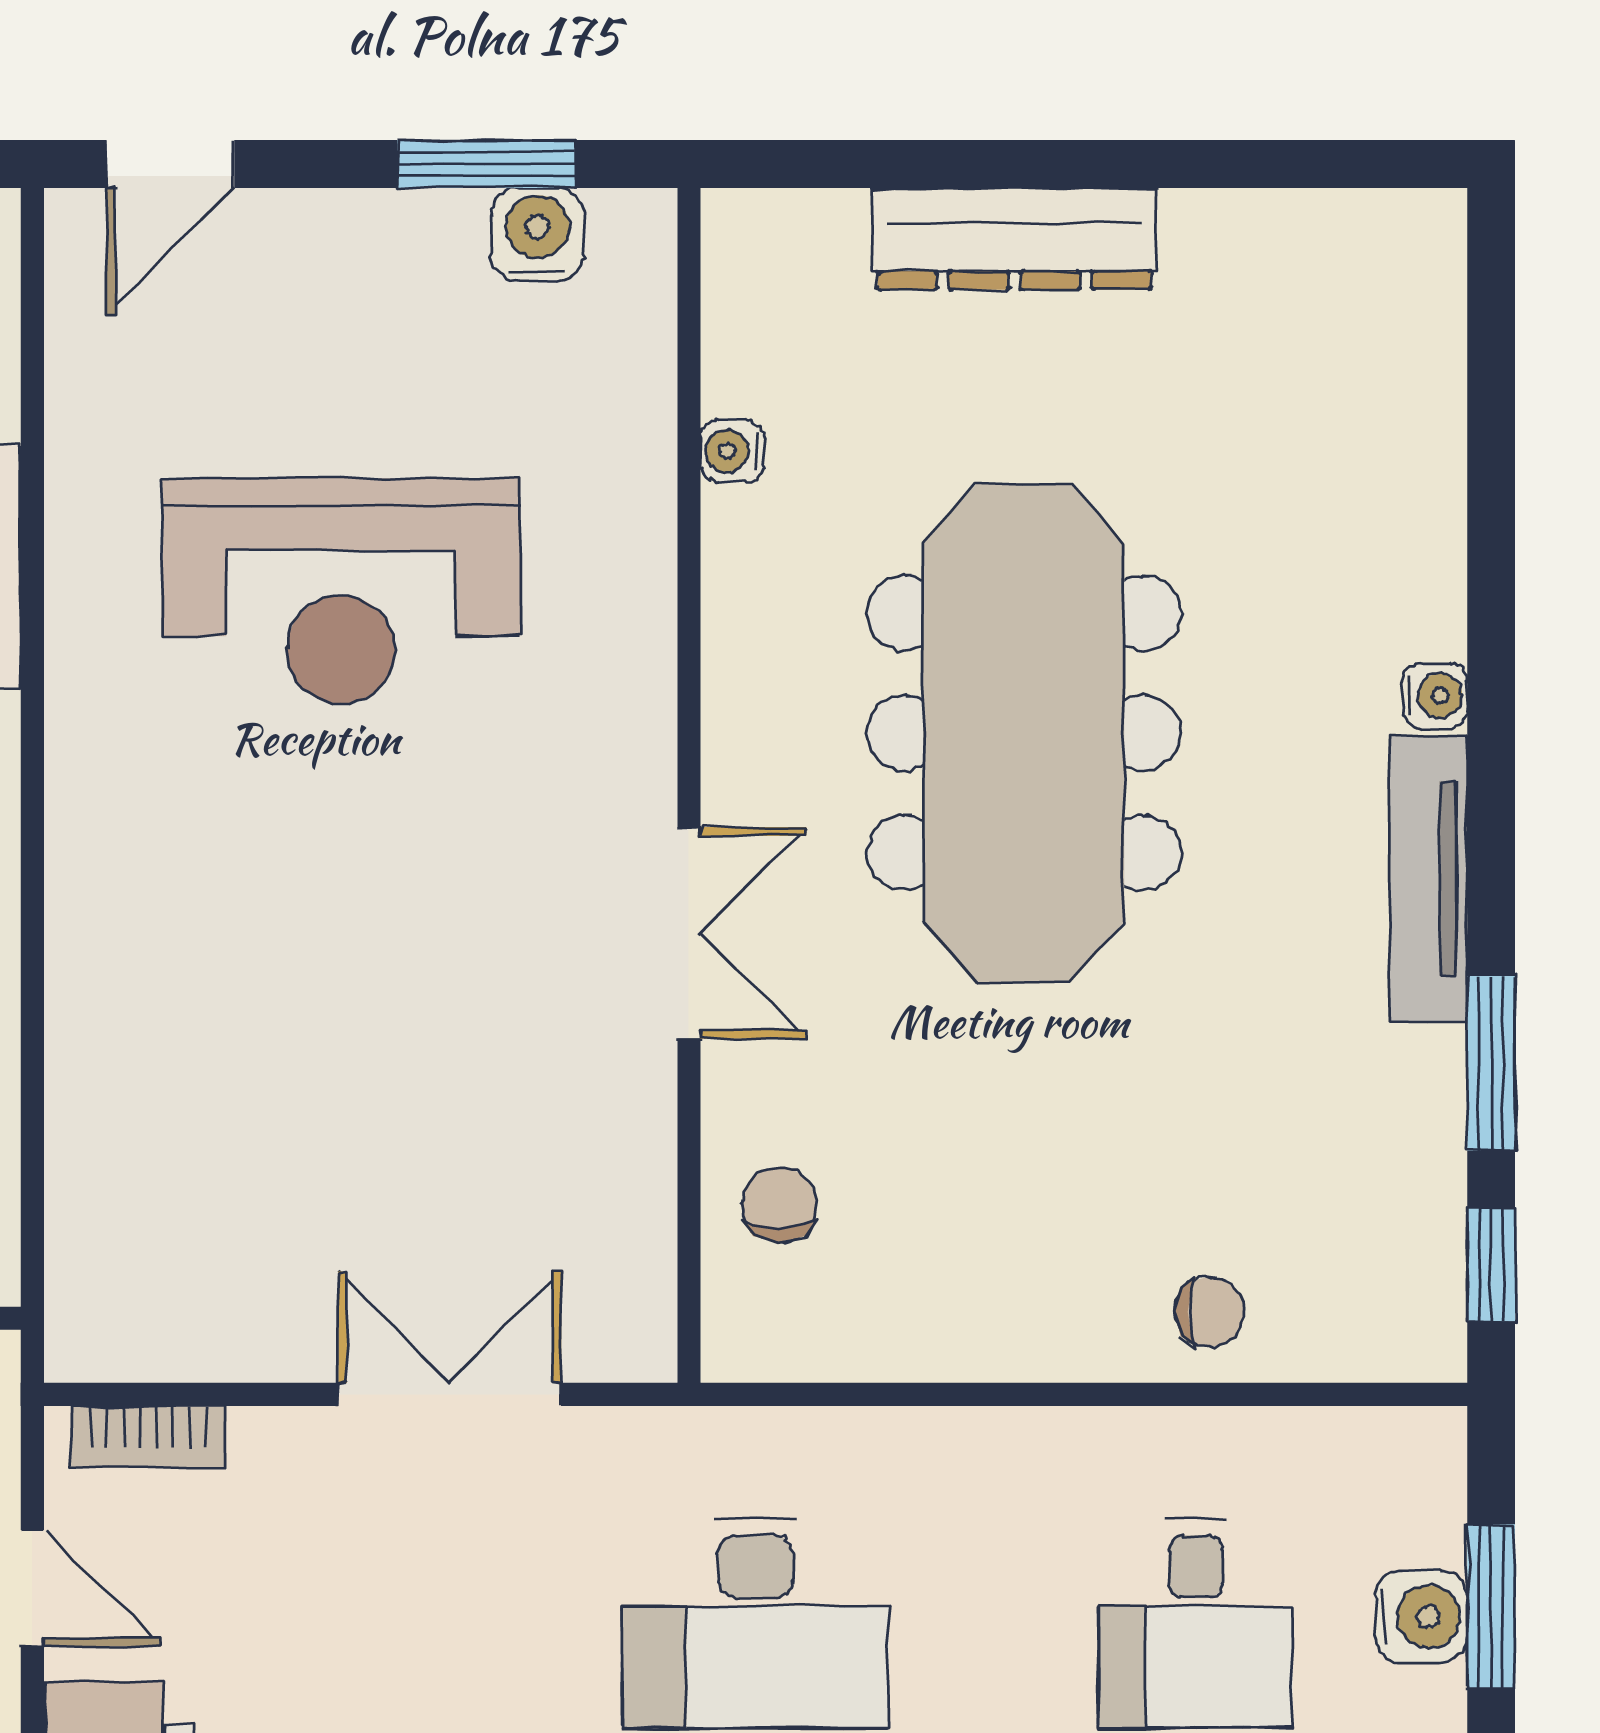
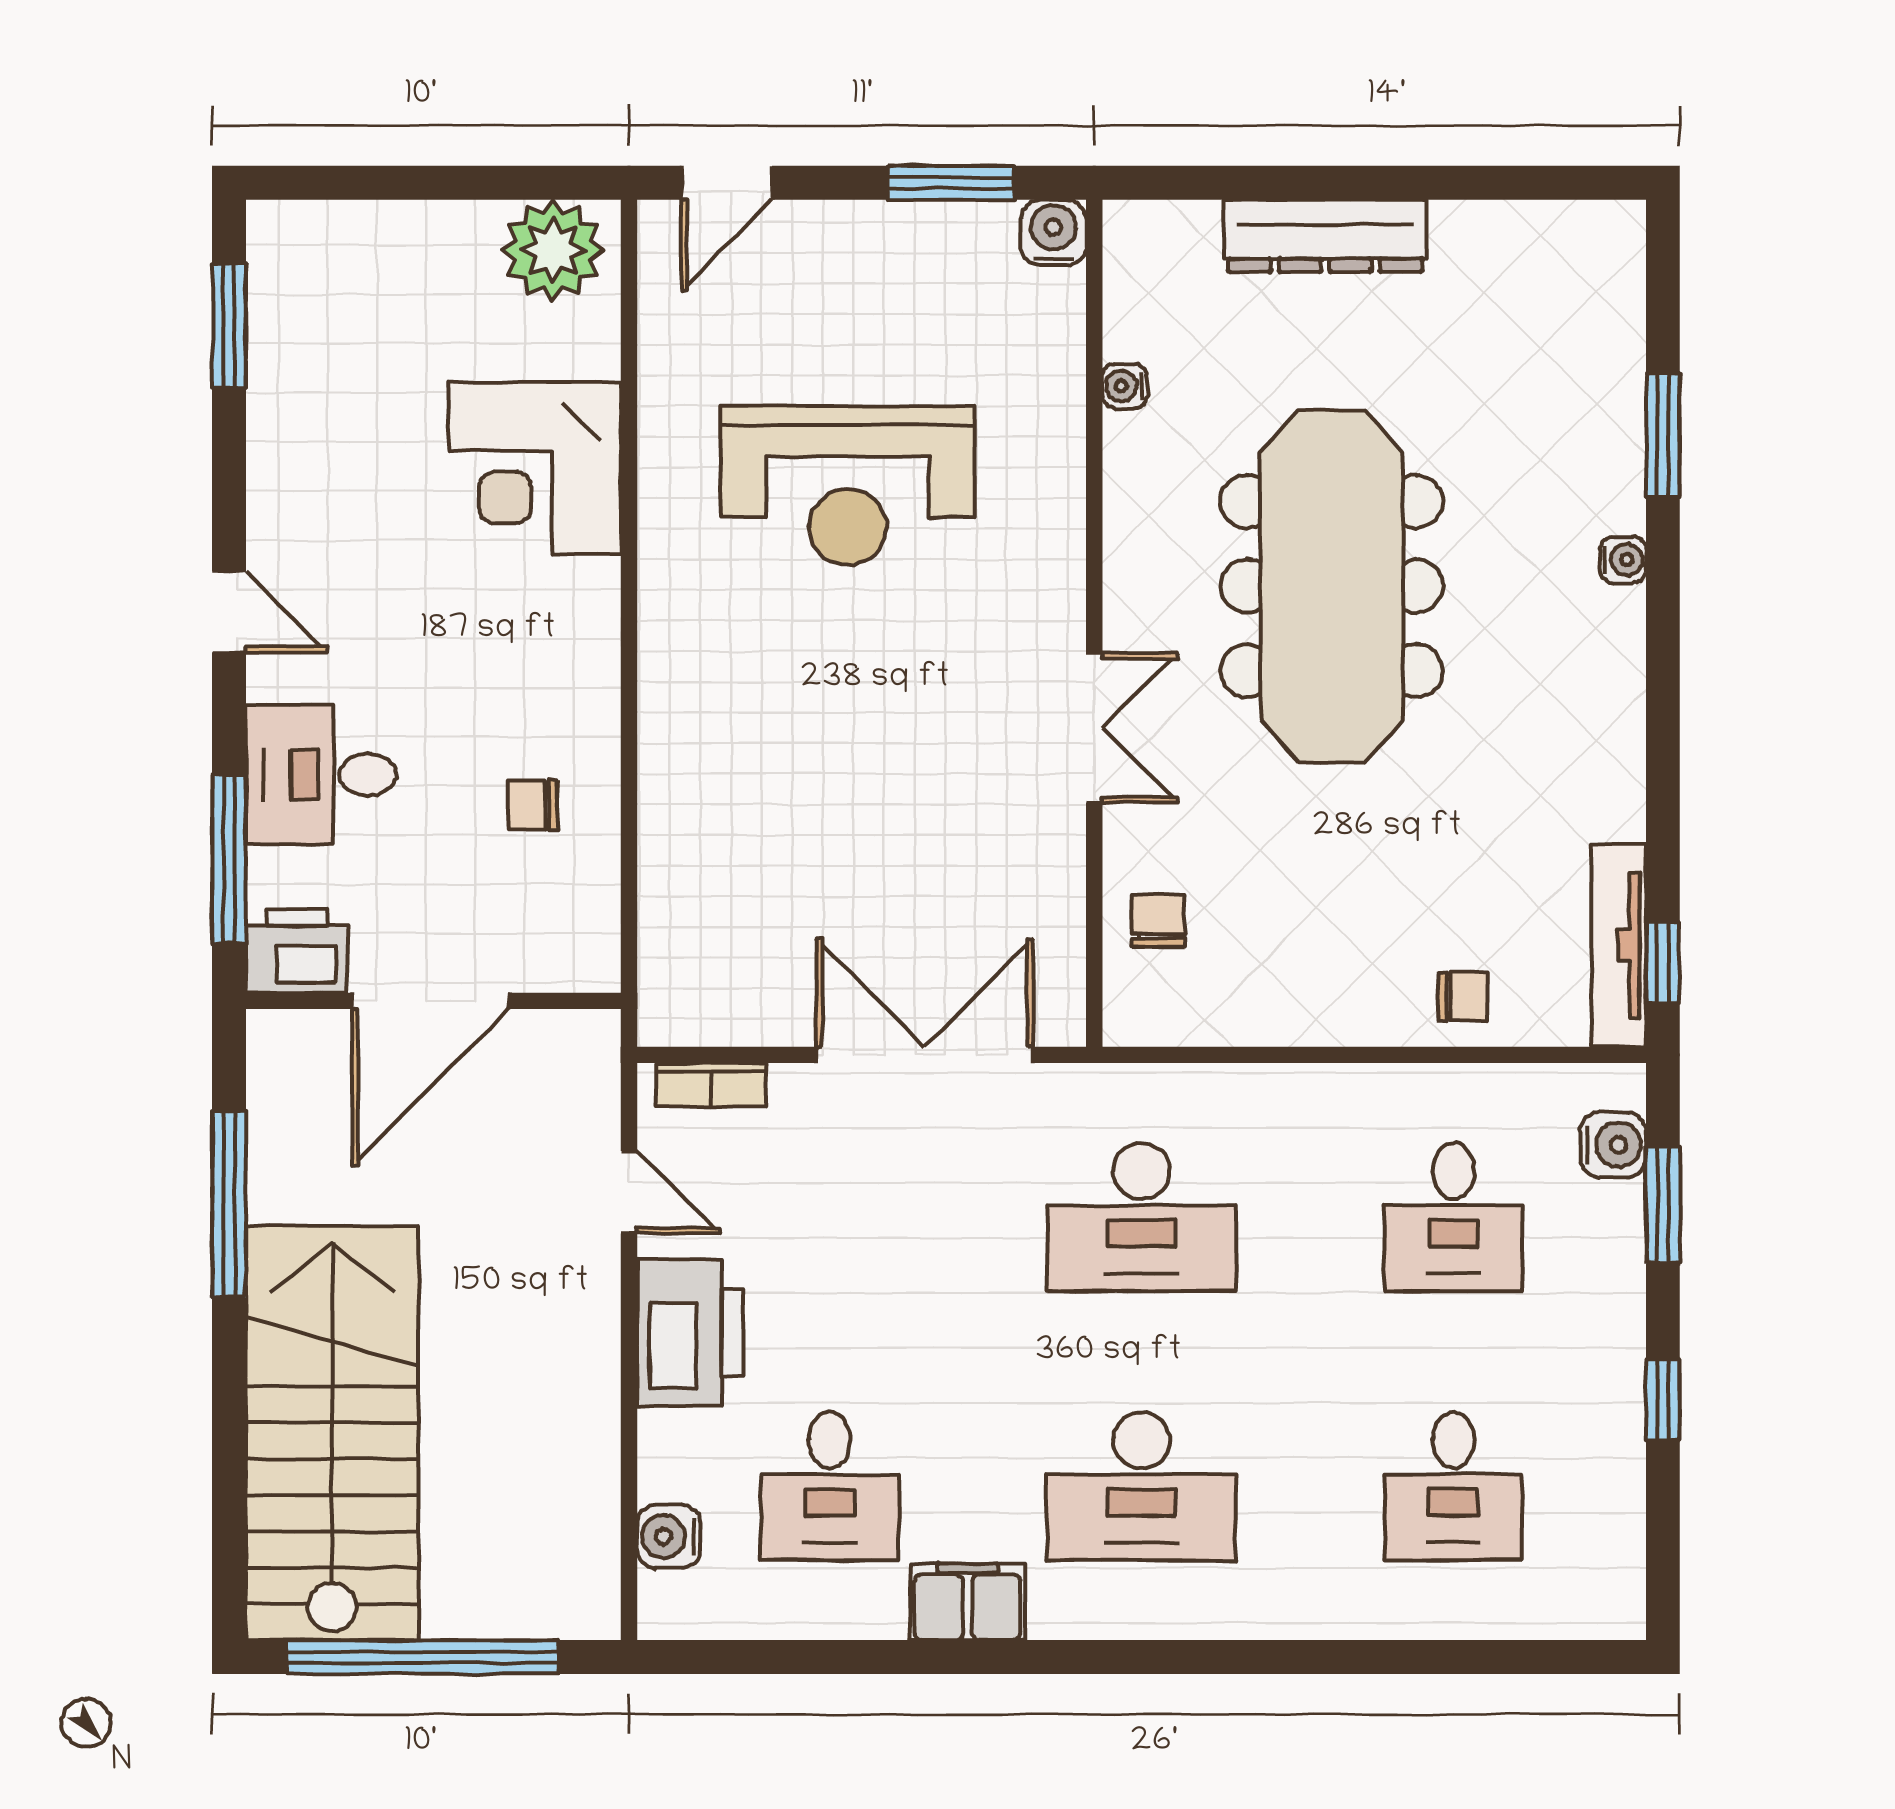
water cooler: (538, 234) -> (1053, 233), moved
tv unit: (1429, 878) -> (1619, 946), moved
window: (1491, 1063) -> (1663, 435), moved
double door: (450, 1394) -> (925, 1055), width x1.37
water cooler: (1421, 1617) -> (1613, 1145), moved

